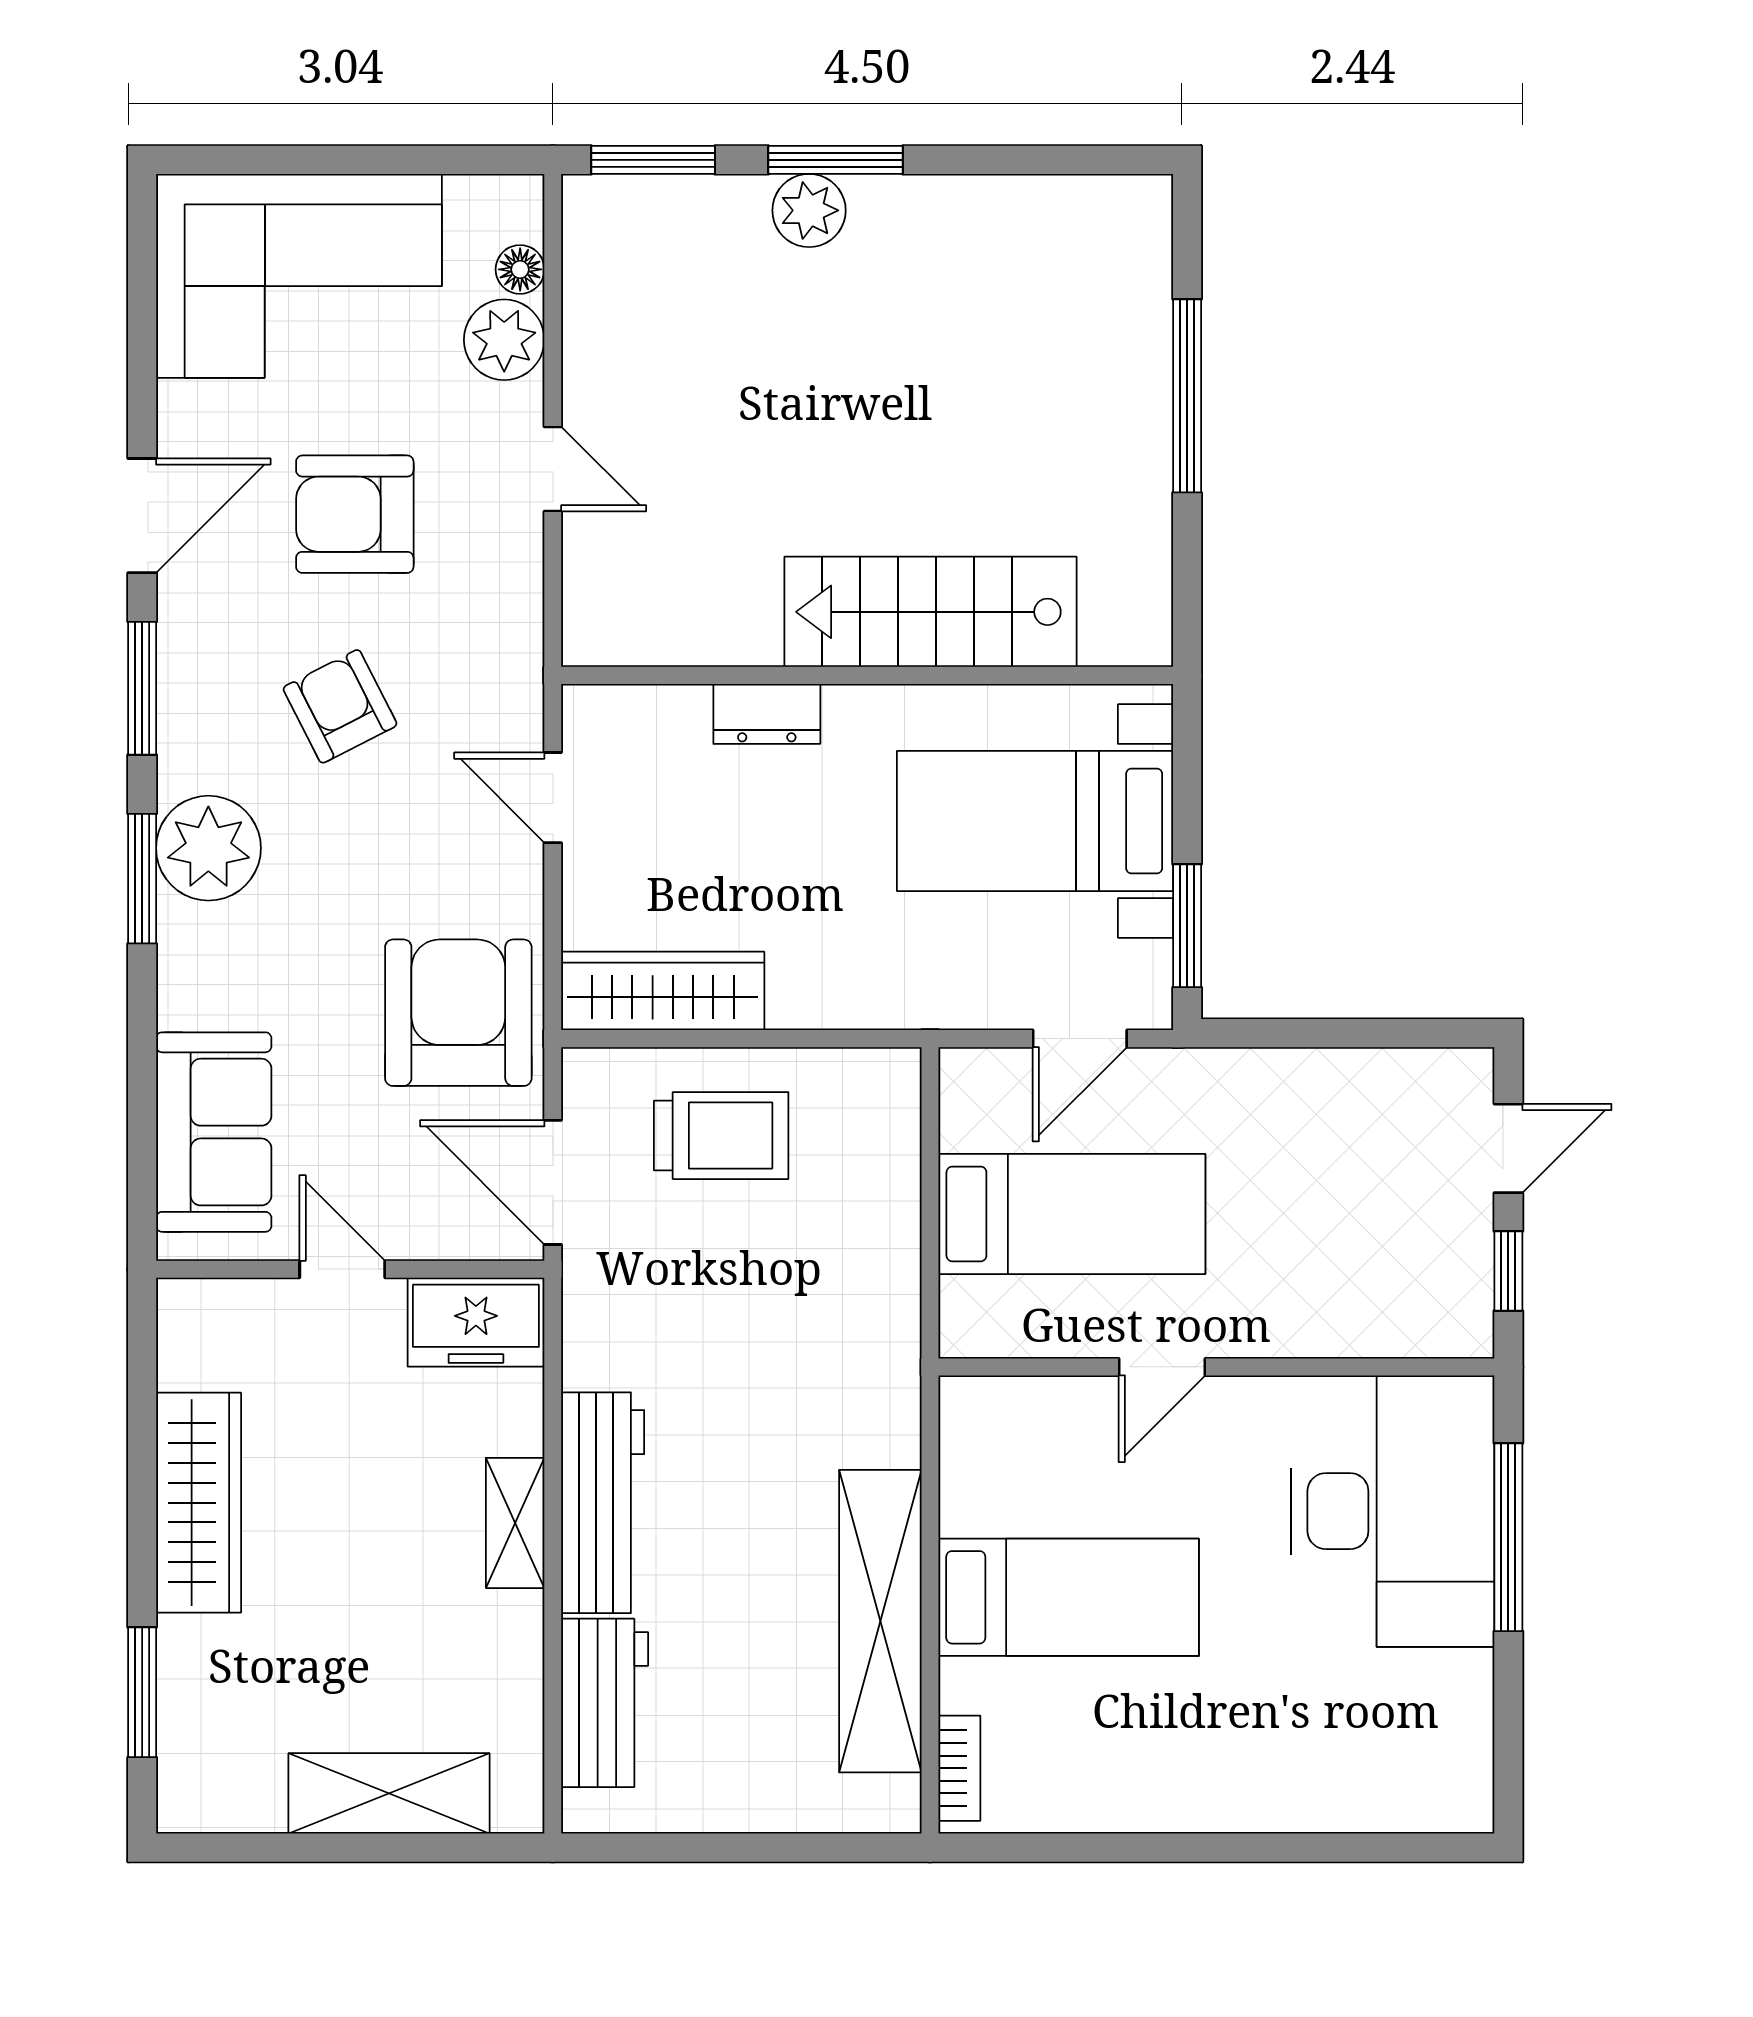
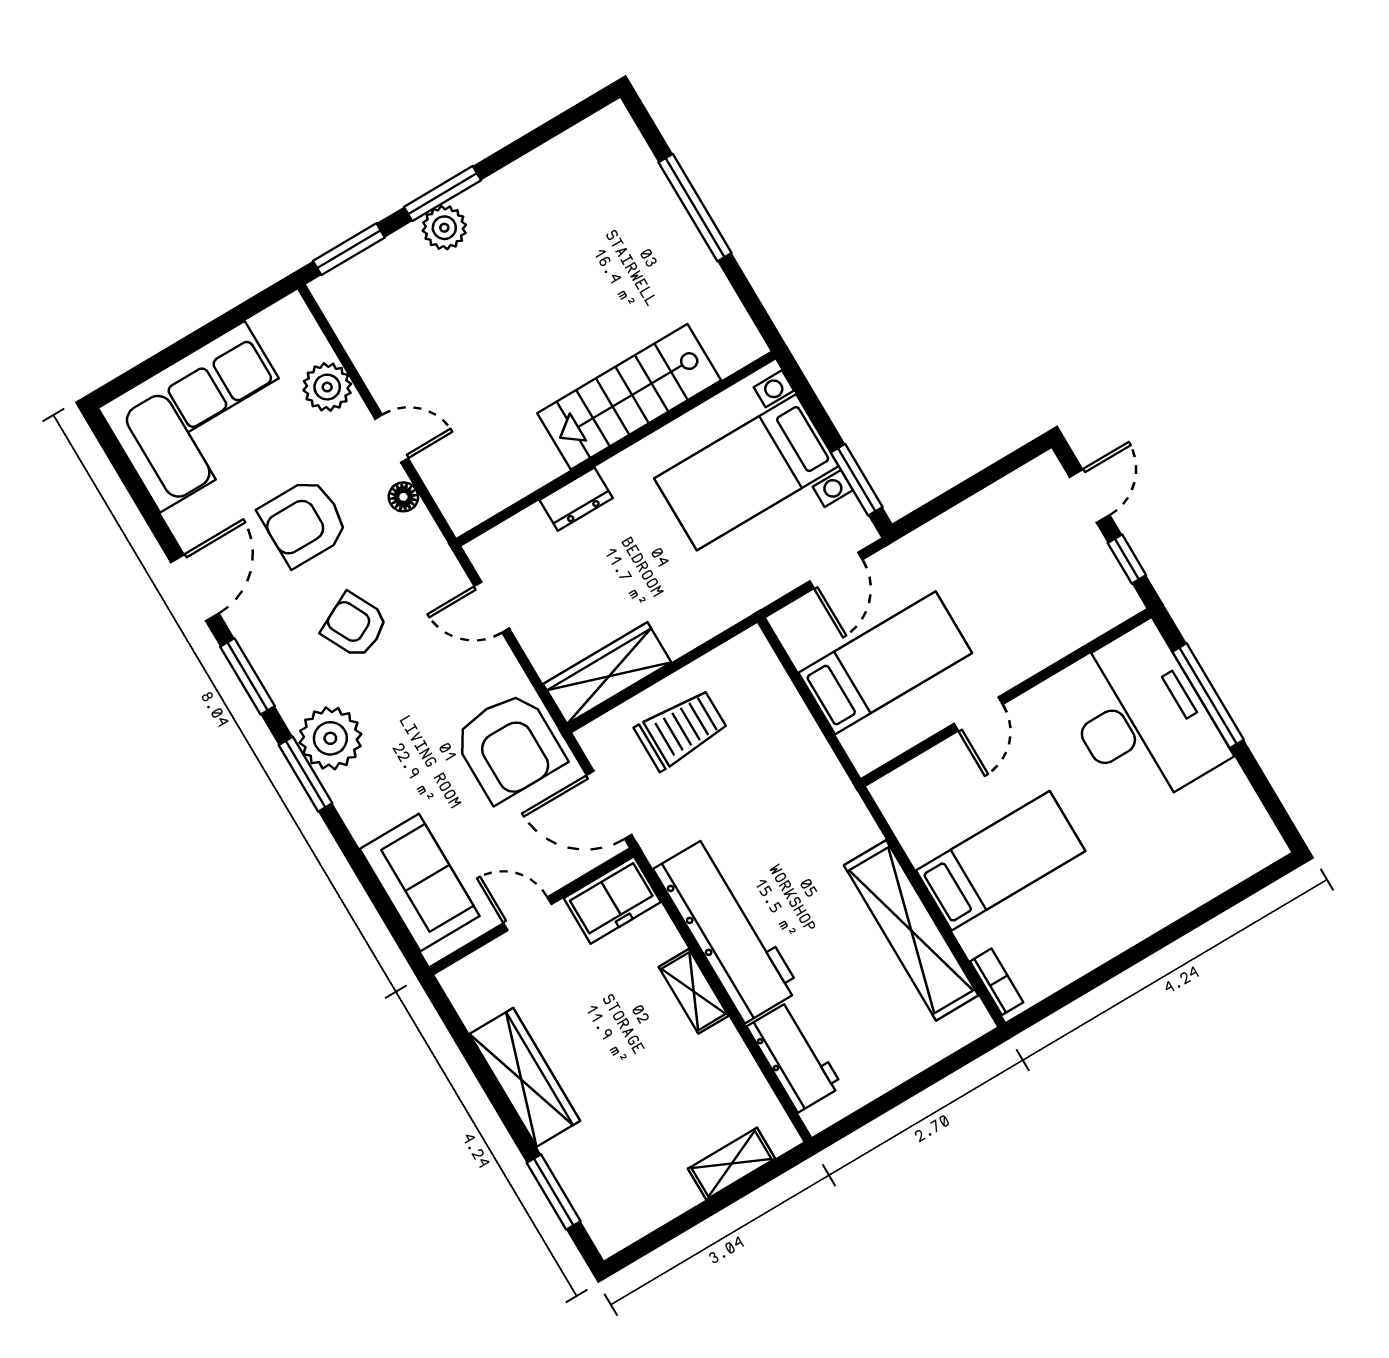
floor lamp: (520, 269) -> (403, 497), moved
armchair: (458, 1013) -> (509, 747), turned 180
workbench: (603, 1503) -> (727, 930), width x1.36, depth x1.32
shelving: (389, 1793) -> (732, 1164), width x0.67, depth x0.75

